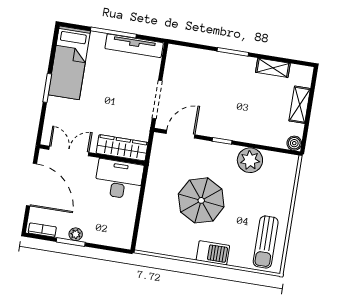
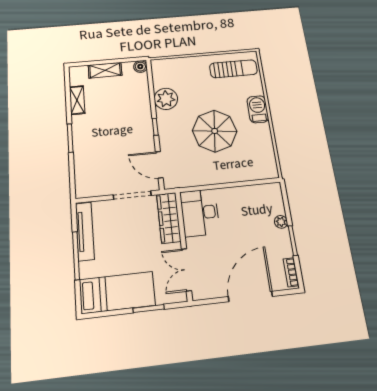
wardrobe: (122, 148) -> (169, 218), moved
double door: (69, 151) -> (186, 270), moved
wall: (92, 155) -> (184, 245), moved
desk: (119, 179) -> (200, 213), moved
plant: (76, 234) -> (281, 222), moved

